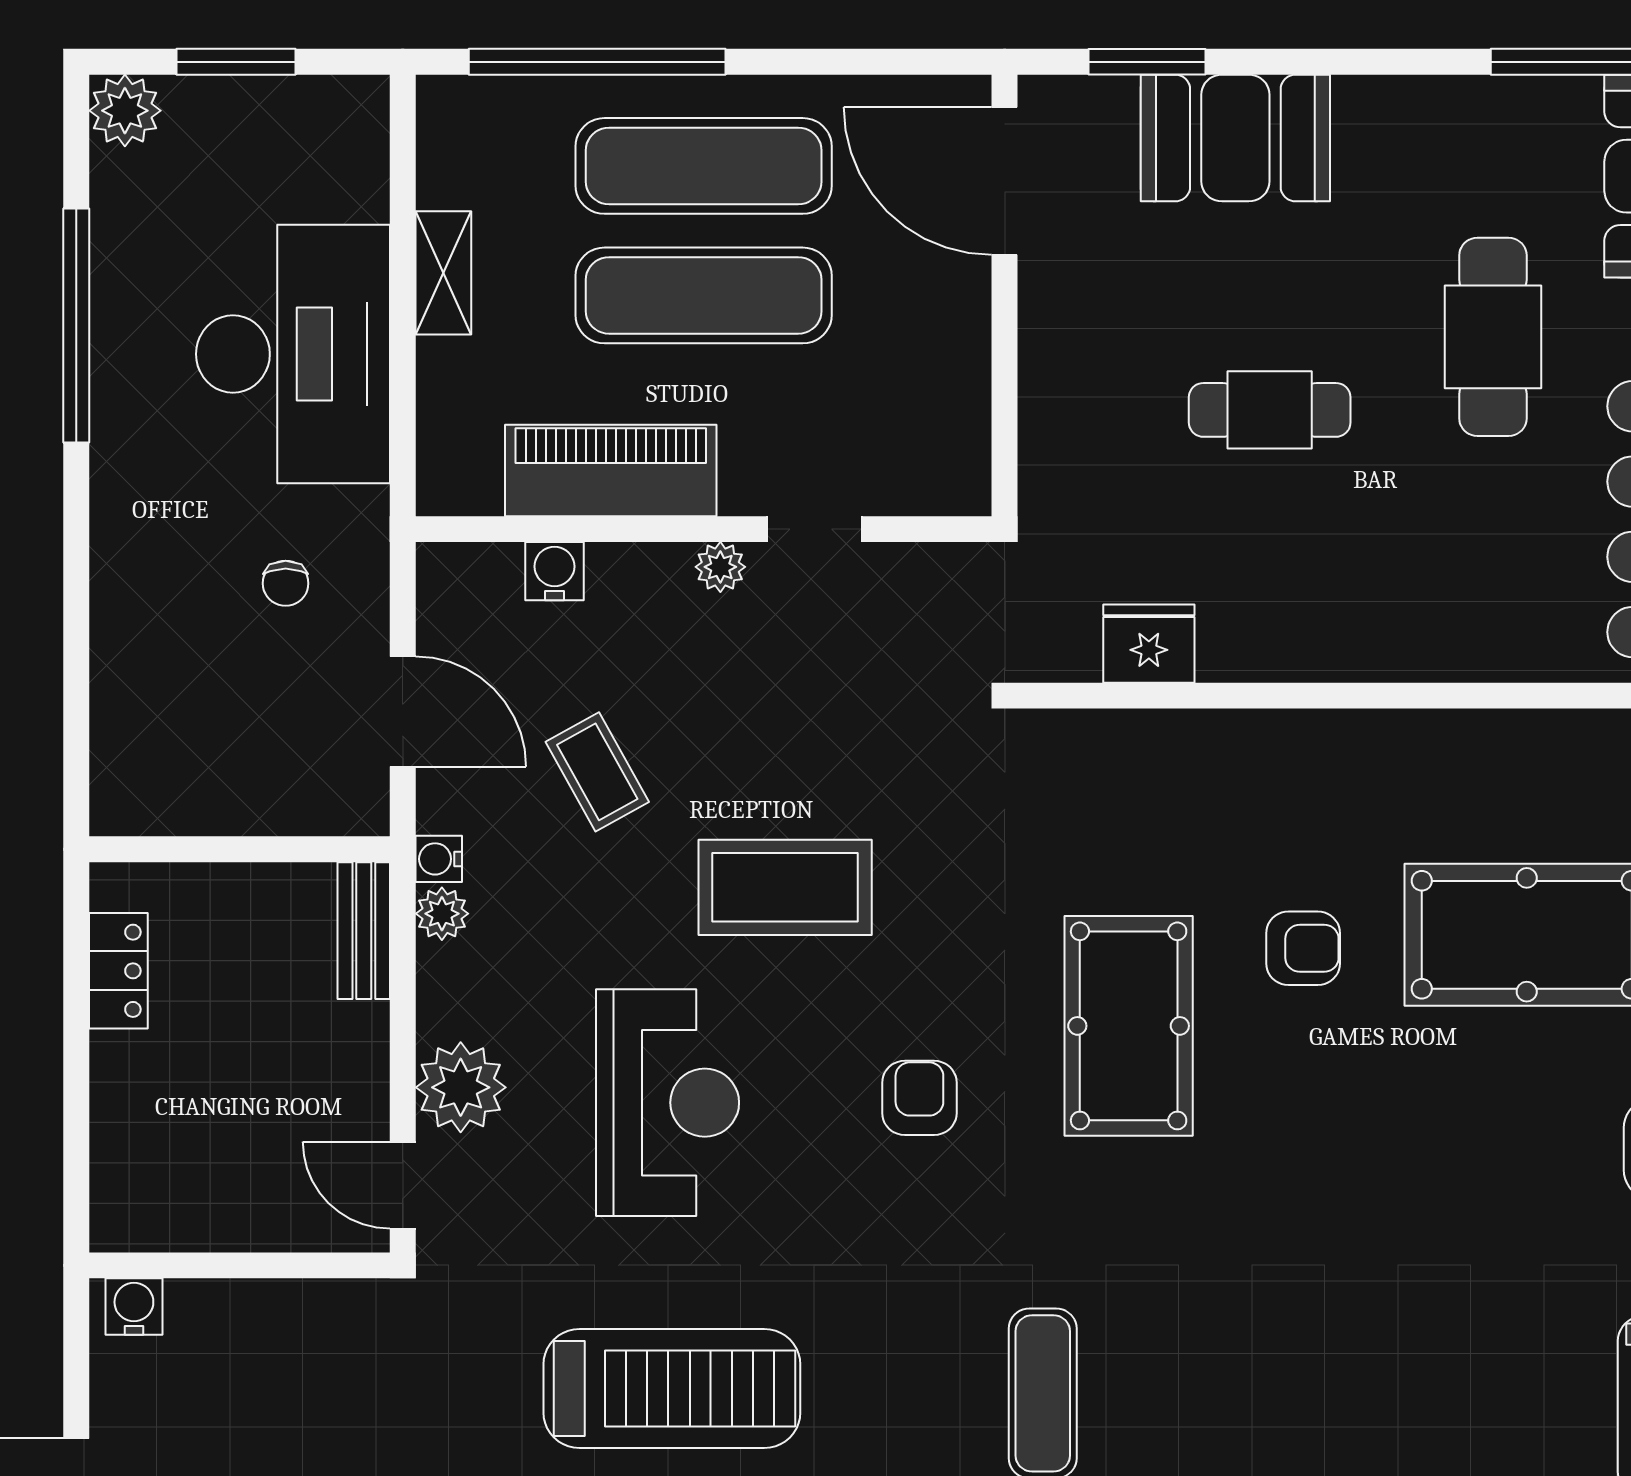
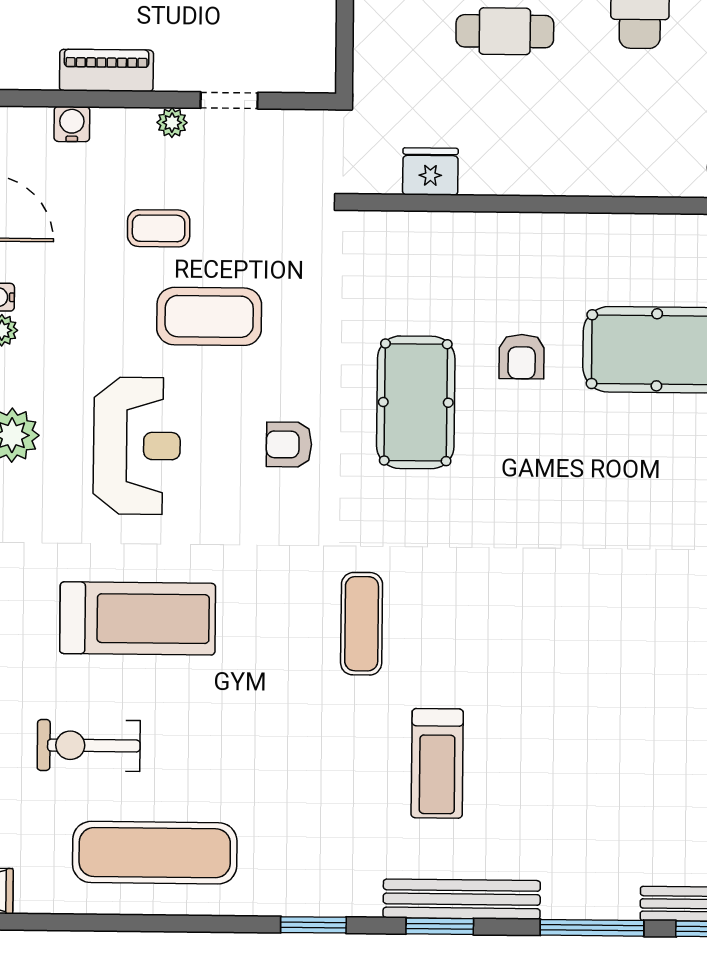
piano: (611, 470) -> (106, 70), width x0.73, depth x0.75
coffee table: (597, 772) -> (159, 228), moved, turned -61
armchair: (1303, 948) -> (522, 357), turned 90
armchair: (919, 1098) -> (289, 444), turned -90

